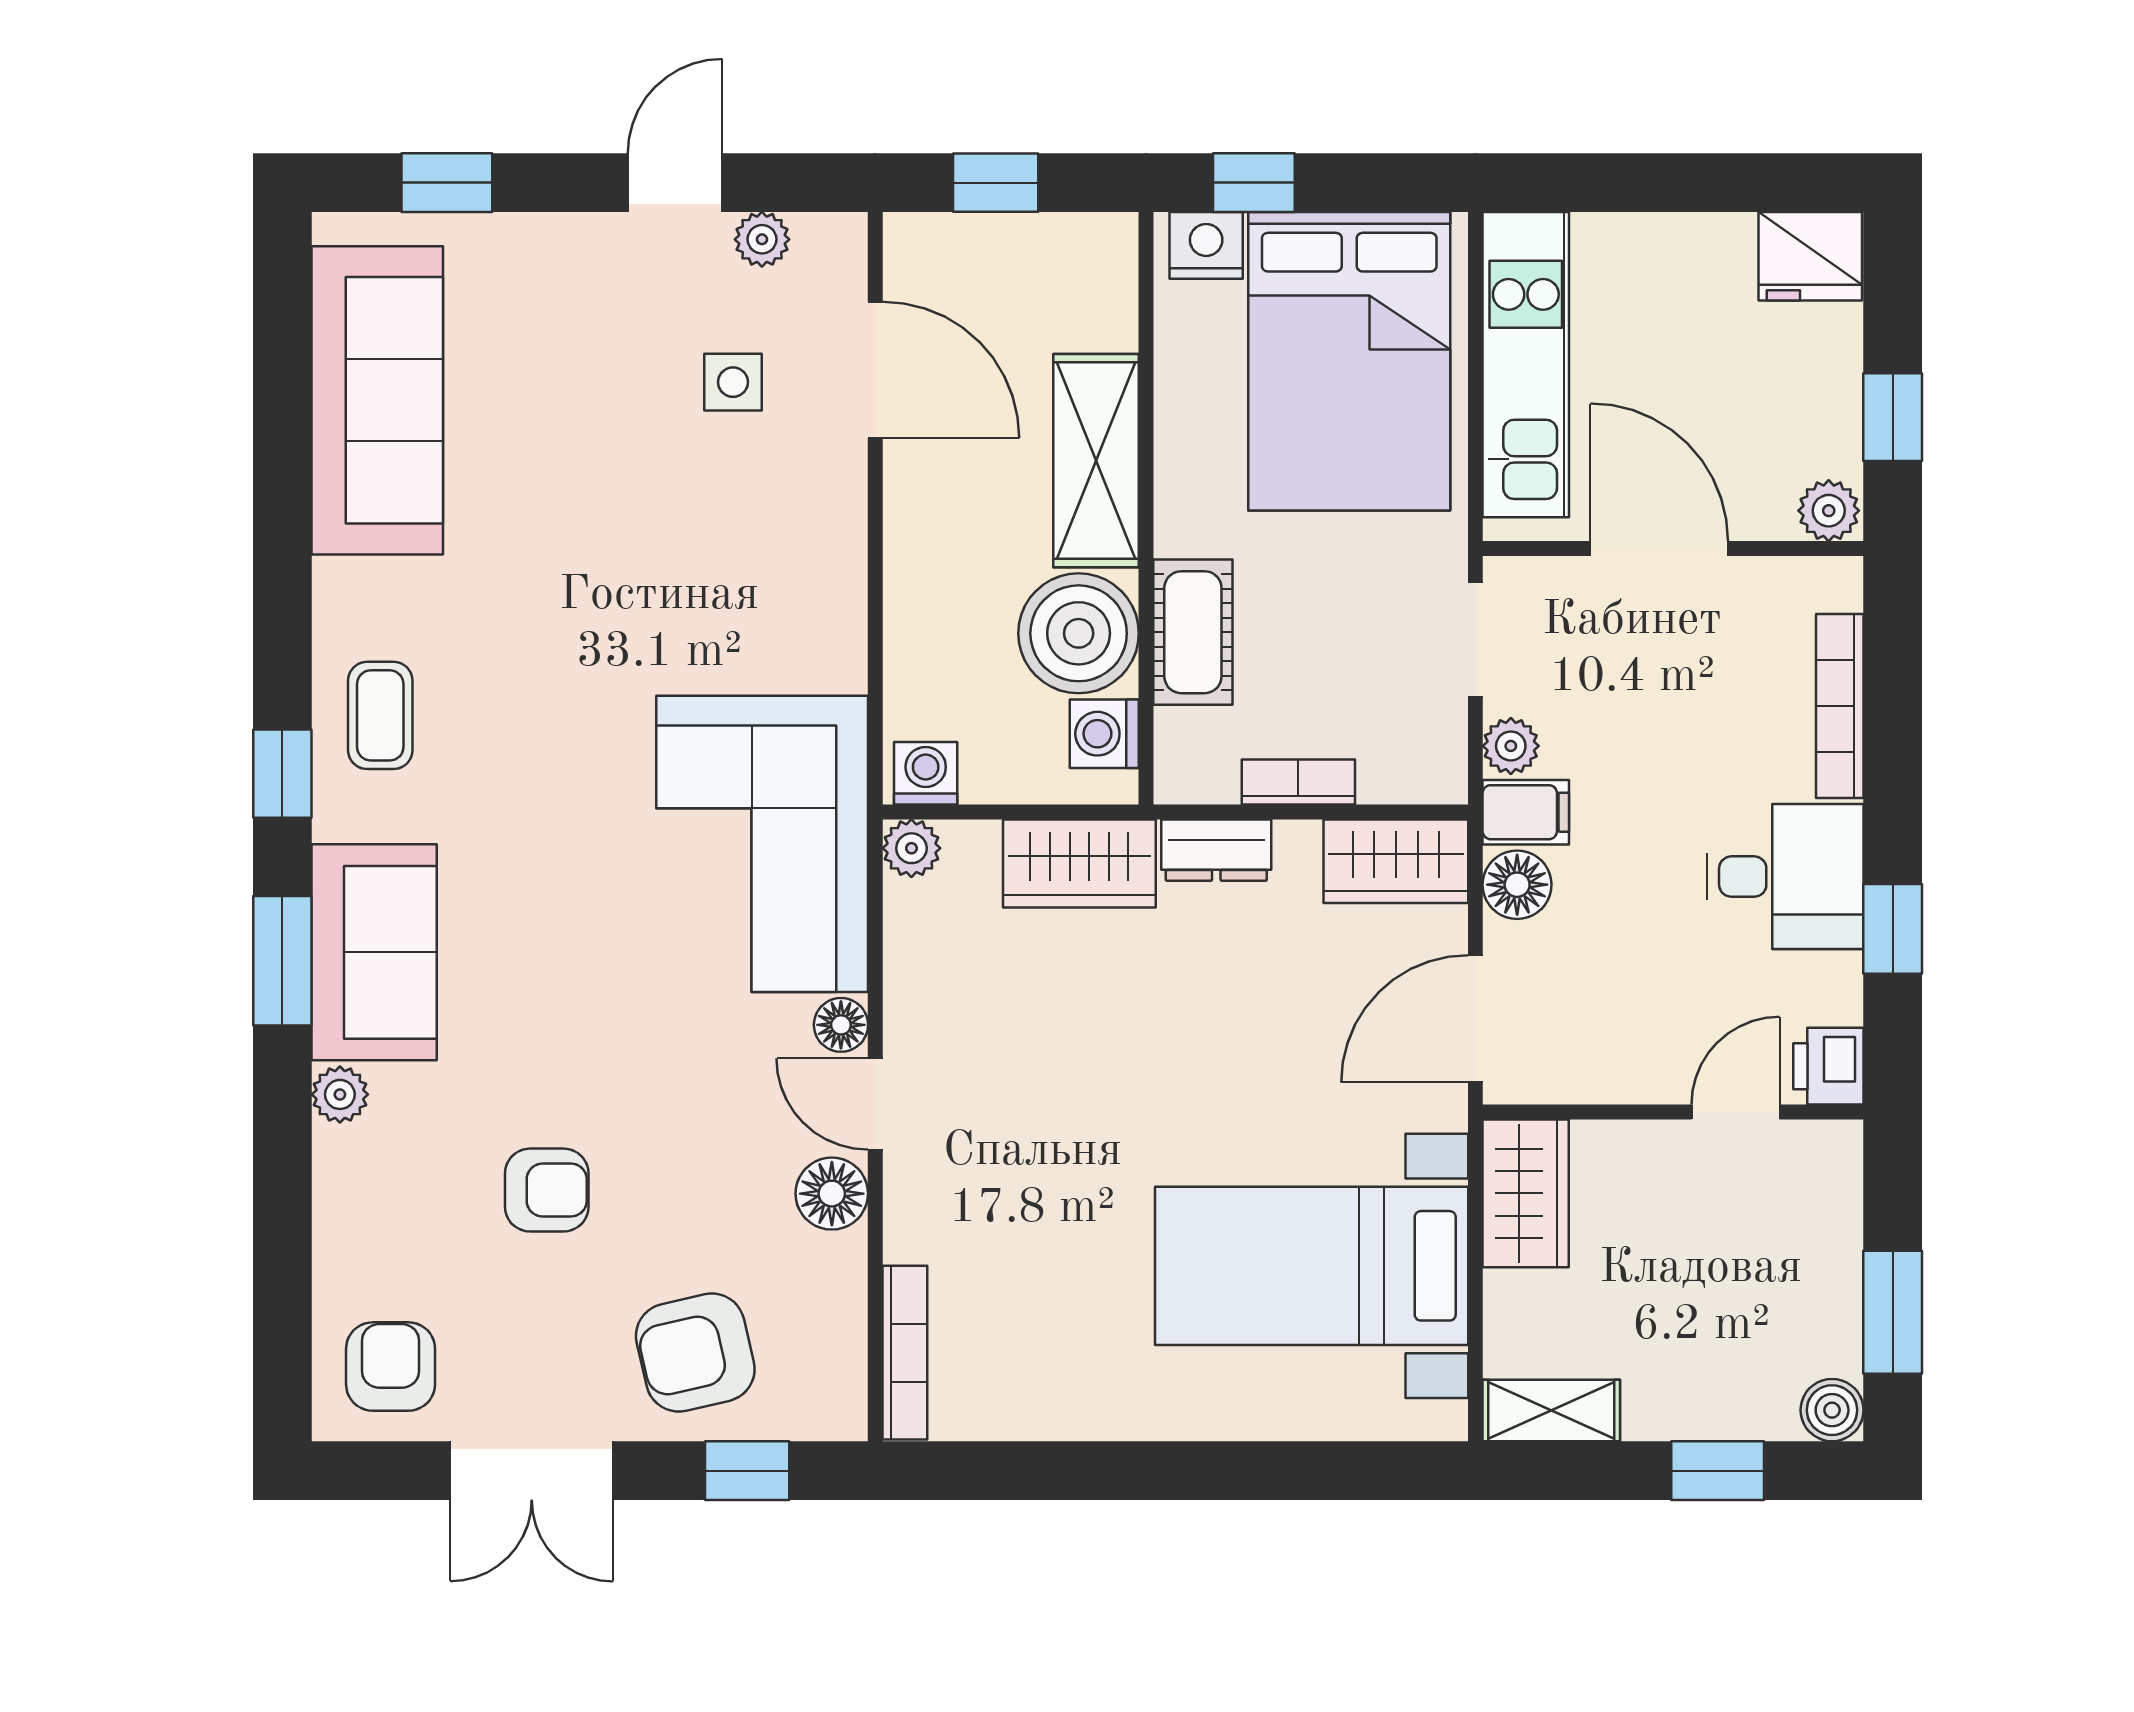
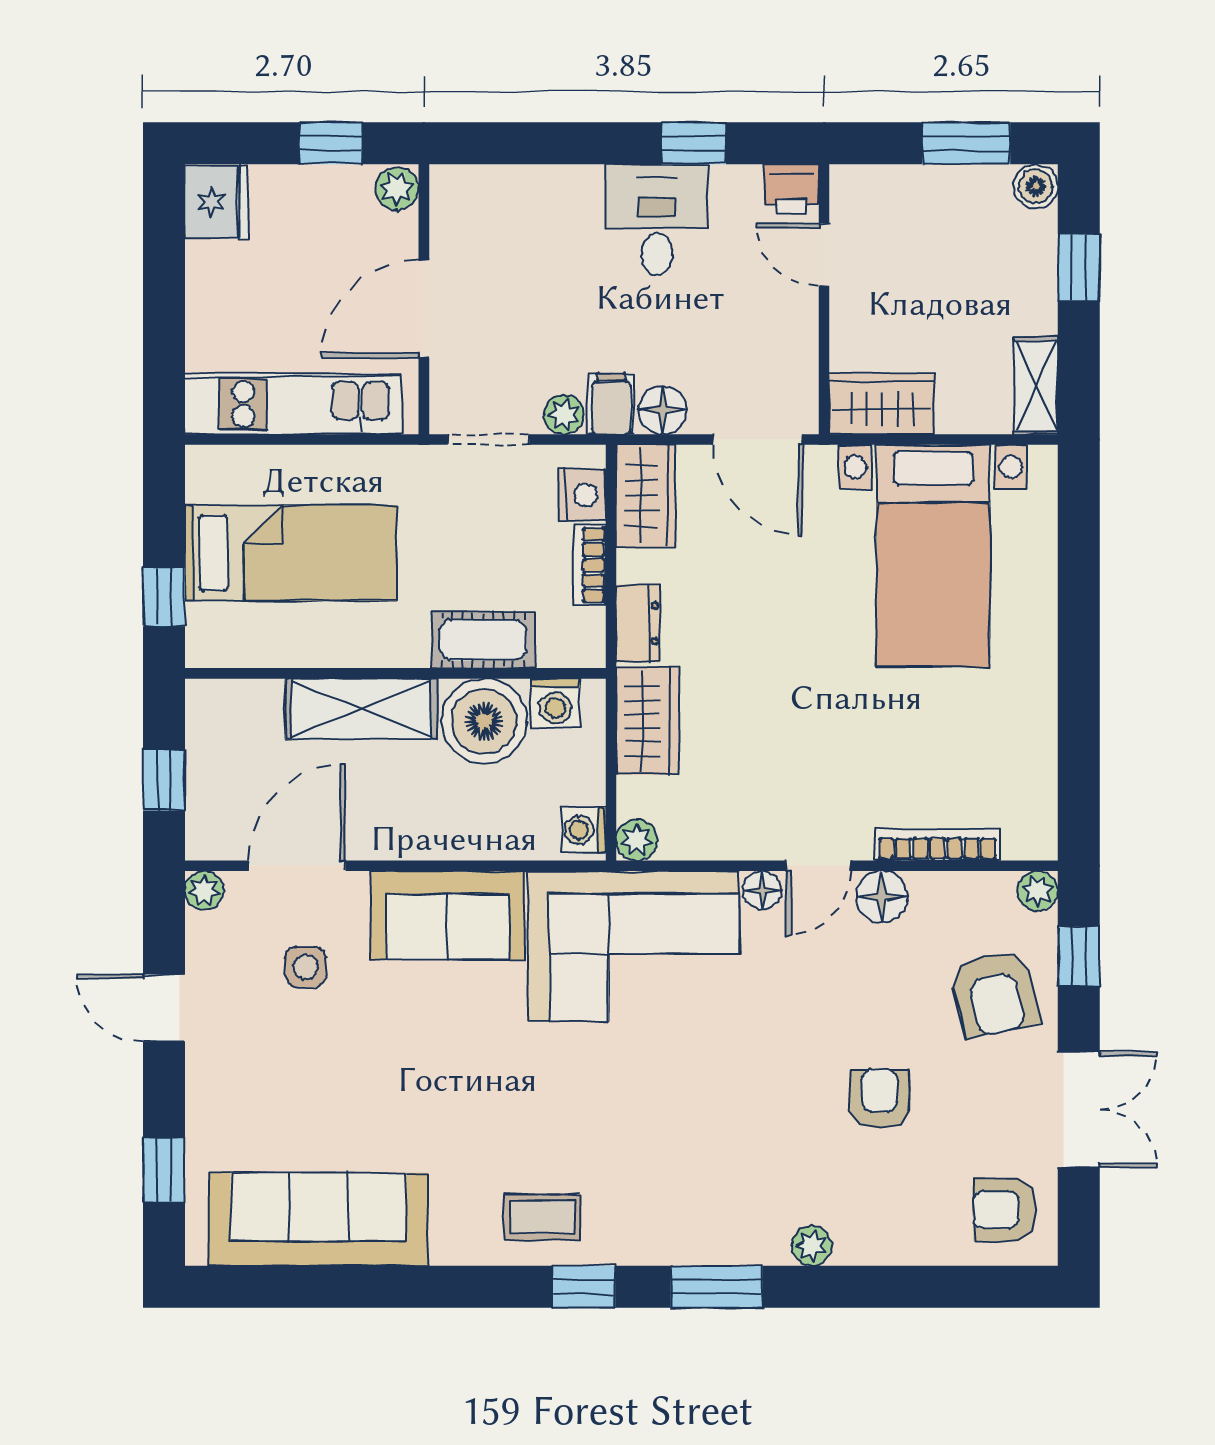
plant: (762, 239) -> (204, 890), moved
nightstand: (1206, 245) -> (582, 495), moved, turned 180
bed: (1349, 361) -> (291, 553), width x0.67
bookcase: (1840, 706) -> (536, 181), removed
sofa: (374, 952) -> (447, 915), moved, turned 180
bookcase: (905, 1353) -> (937, 845), moved
plant: (840, 1413) -> (1038, 891), added

